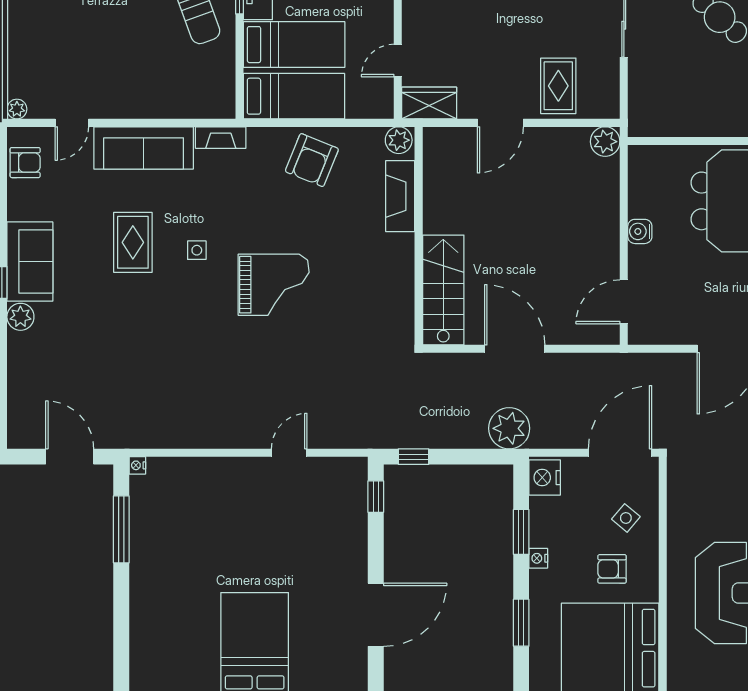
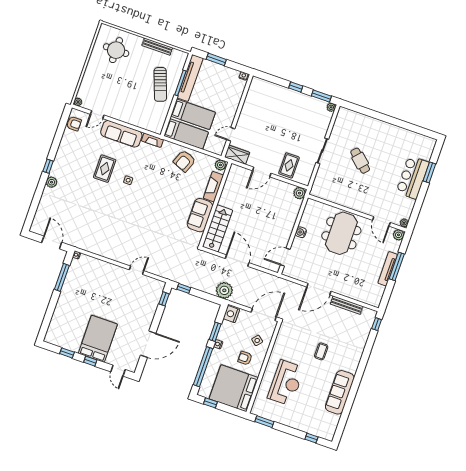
sofa: (30, 262) -> (200, 215), moved, turned 180
grand piano: (274, 285) -> (153, 204), removed
window: (521, 623) -> (203, 367), width x2.11

